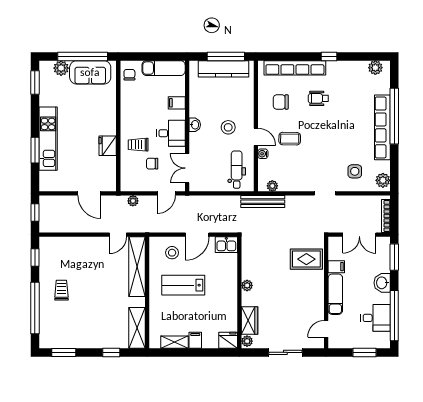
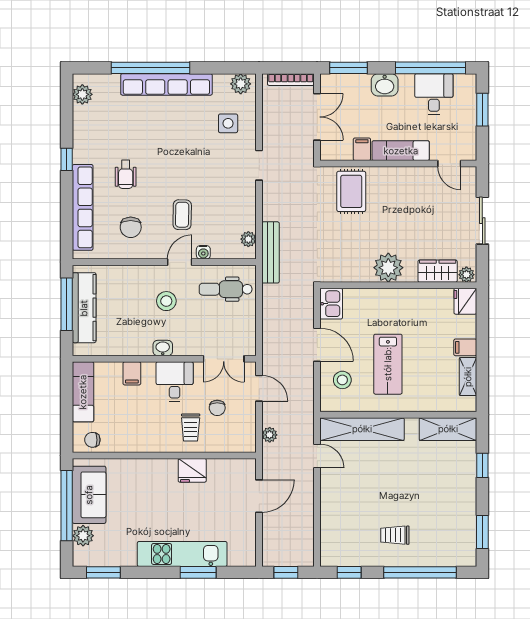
plant: (247, 285) -> (388, 268), width x1.88, depth x1.88

